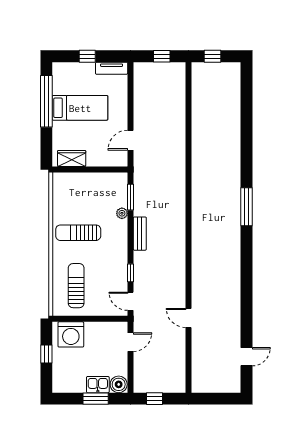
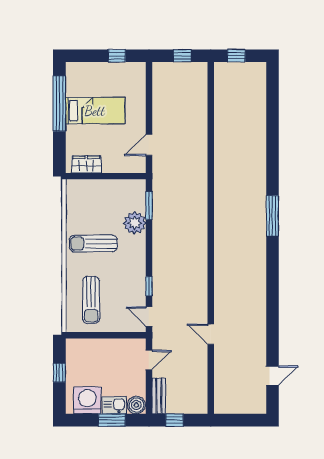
window: (87, 56) -> (117, 56), moved
tv unit: (112, 68) -> (129, 68), removed
plant: (122, 213) -> (135, 223), width x1.88, depth x1.88
bench: (140, 234) -> (159, 396), moved
sun lounger: (76, 286) -> (91, 300), turned 180
washing machine: (71, 334) -> (87, 400), moved, turned 180

